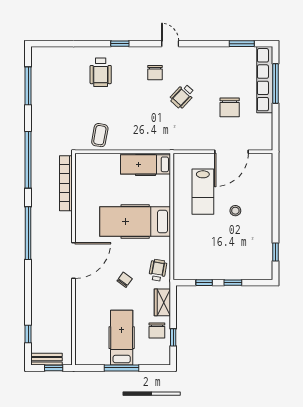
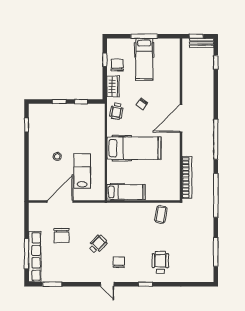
chair: (230, 107) -> (62, 236), turned 180

